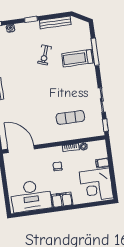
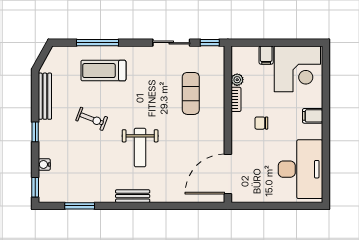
treadmill: (77, 58) -> (103, 71), turned 90
weight bench: (30, 89) -> (140, 148), added
filing cabinet: (62, 200) -> (313, 116), width x0.50

